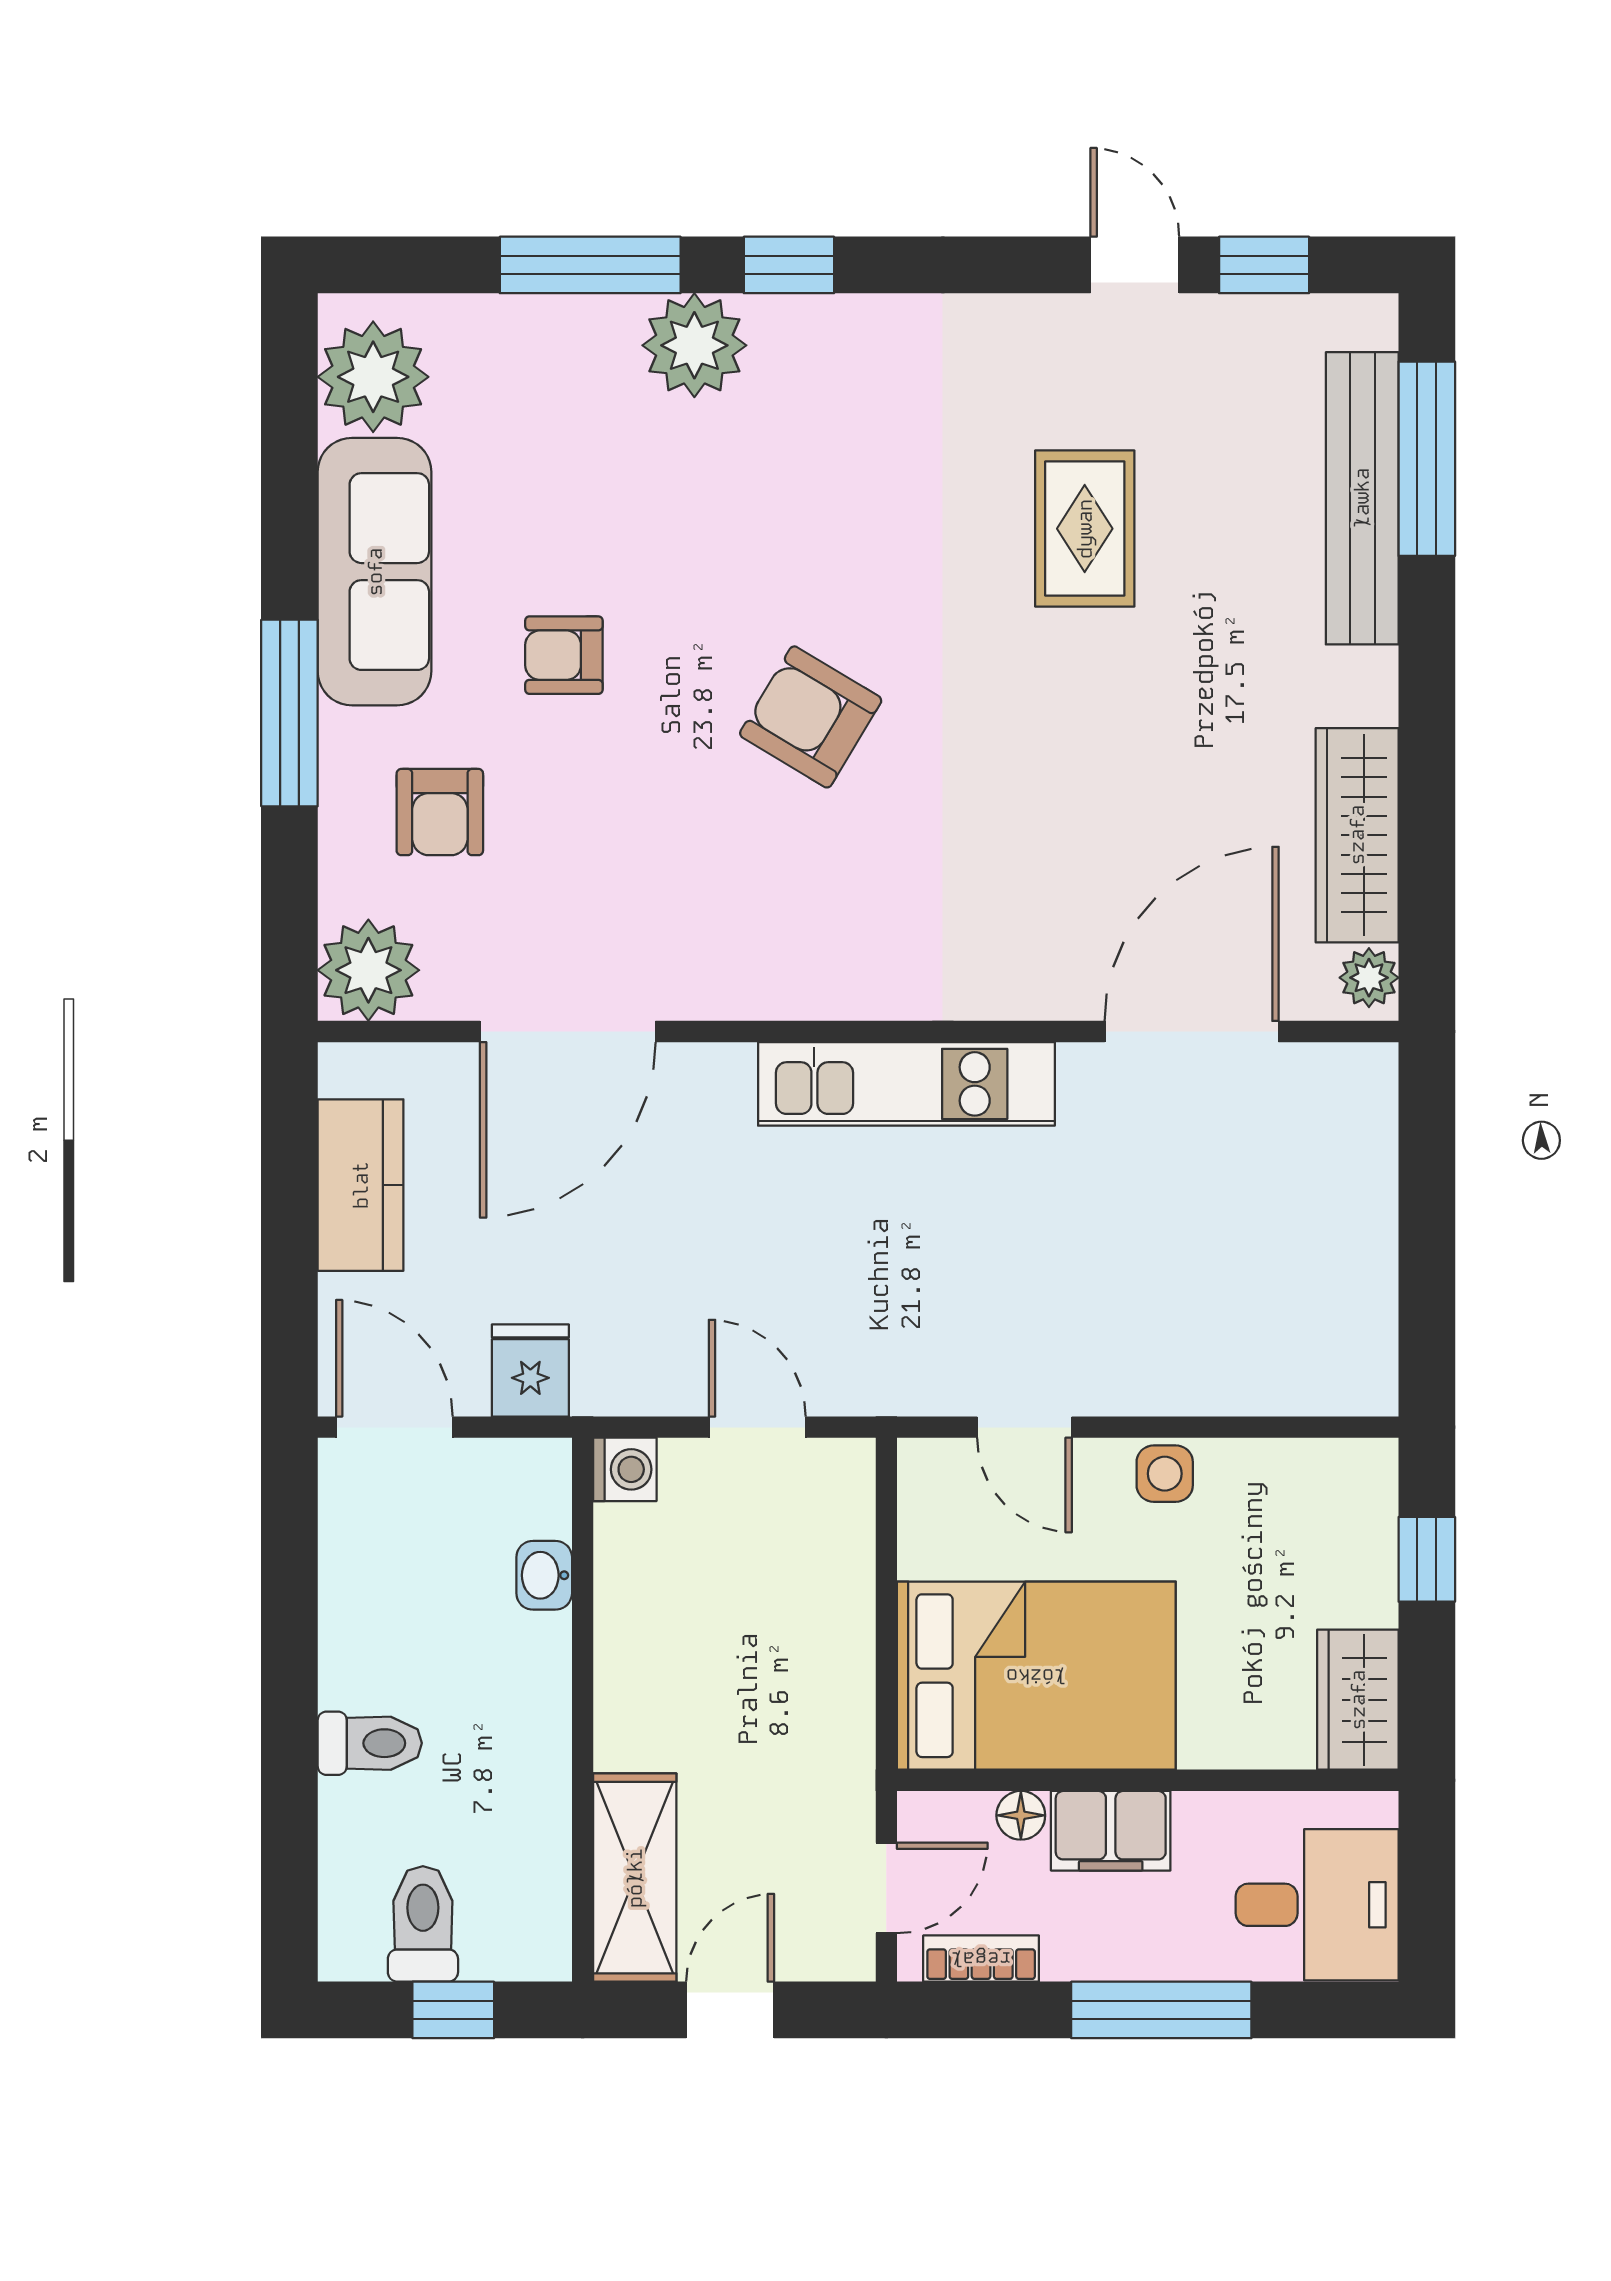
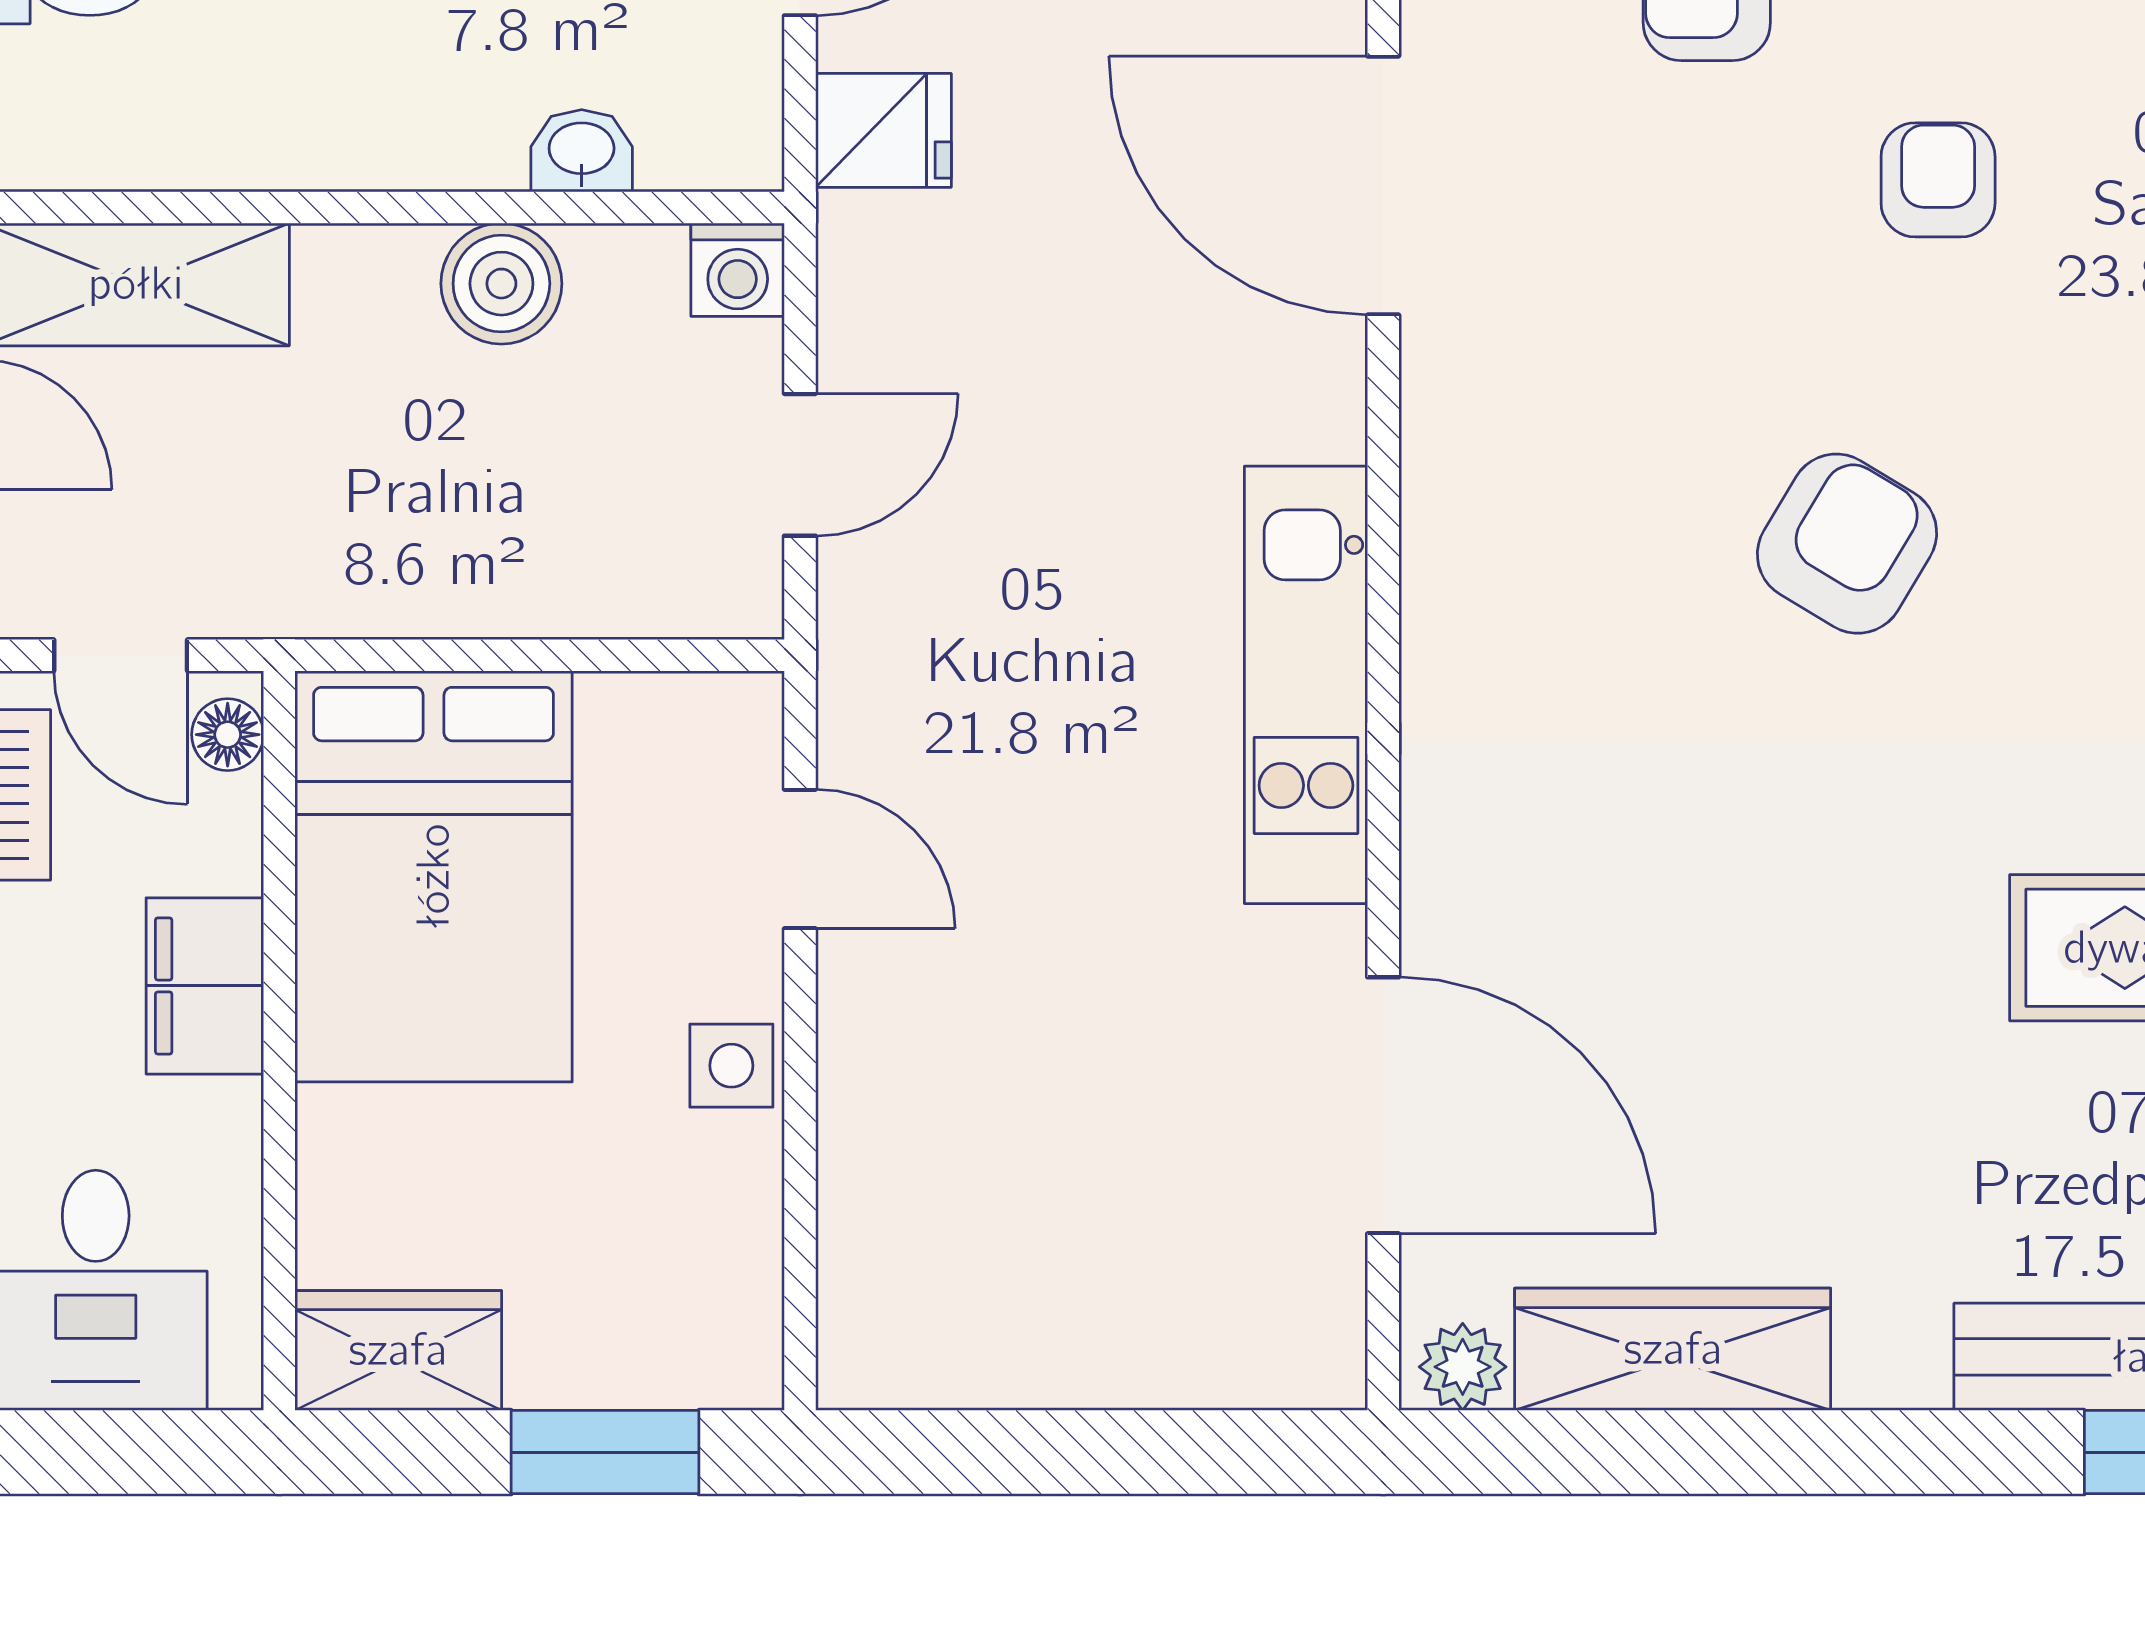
door: (1025, 1427) -> (800, 859), swing flipped
window: (1427, 1559) -> (605, 1452), width x1.50
boiler: (634, 1630) -> (501, 284), added
floor lamp: (1021, 1815) -> (228, 735), moved

